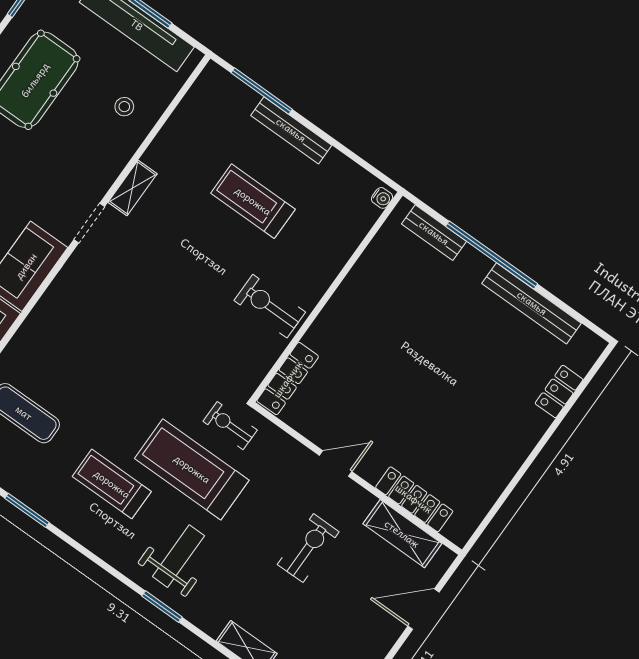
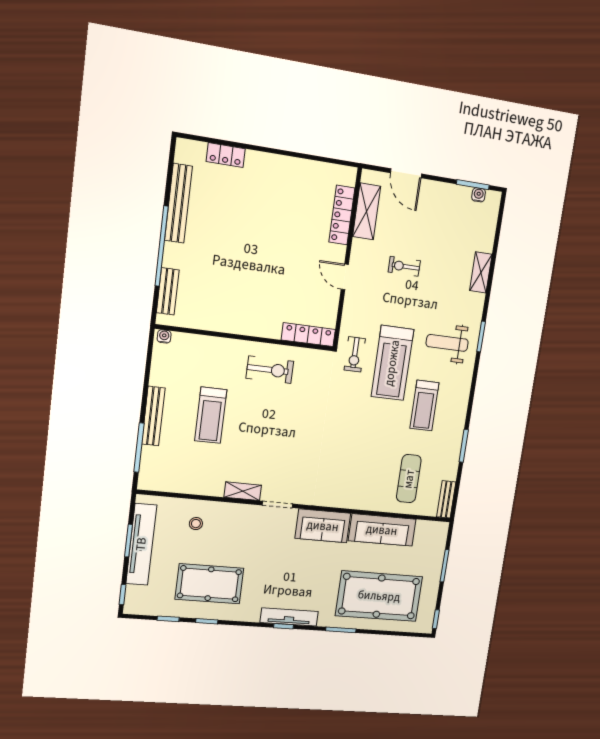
exercise bike: (270, 306) -> (270, 370), turned -90
exercise bike: (308, 548) -> (404, 266), width x0.73, depth x0.72

